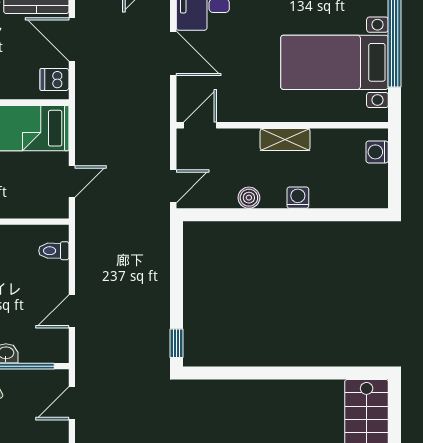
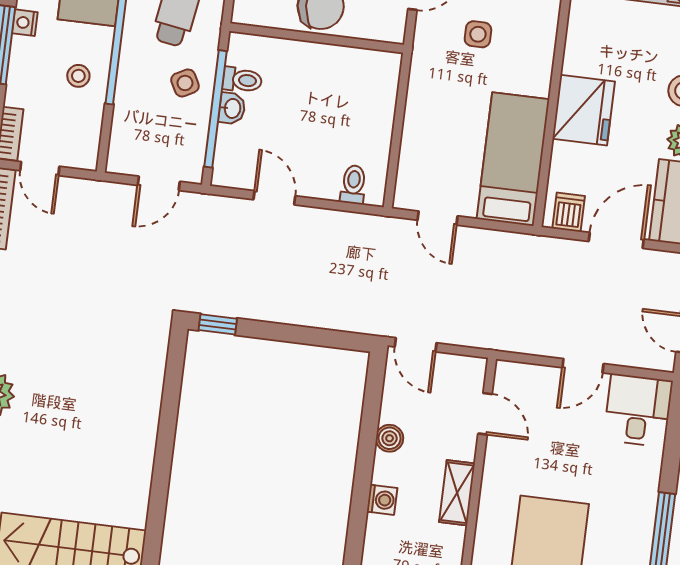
door: (173, 53) -> (583, 366), width x0.73
door: (200, 125) -> (485, 414), moved
door: (72, 403) -> (159, 183), swing flipped

